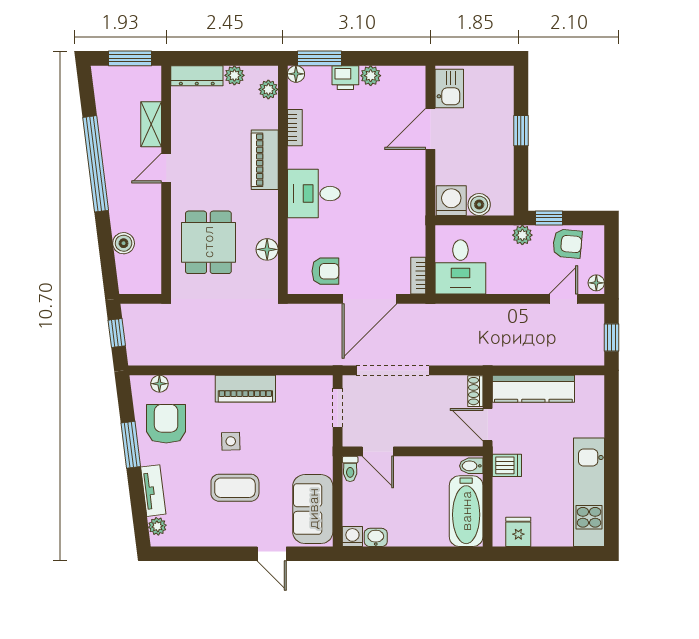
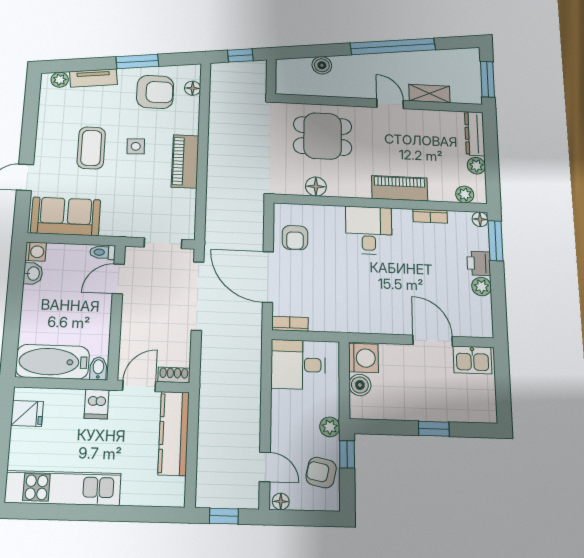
armchair: (567, 244) -> (321, 473), turned 97

